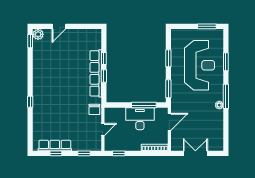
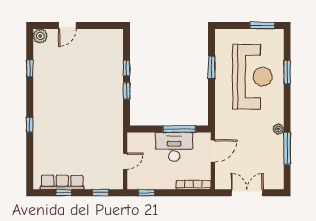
window: (30, 41) -> (30, 69), moved
row of seats: (96, 73) -> (116, 87), removed
window: (168, 89) -> (211, 108), removed
window: (226, 96) -> (287, 148), moved
chair: (94, 109) -> (114, 135), removed

